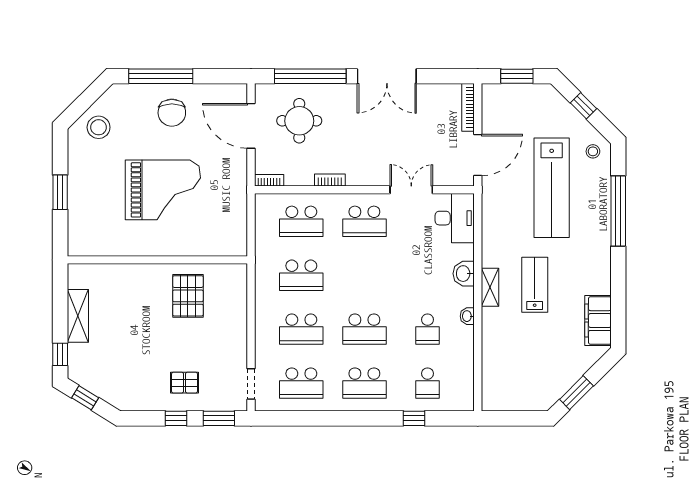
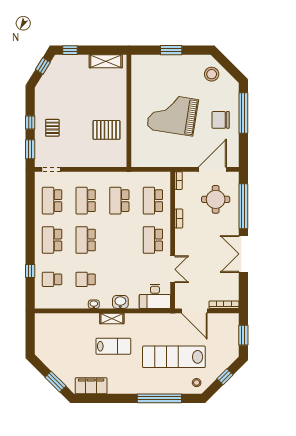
grand piano: (163, 190) -> (173, 114), turned 99
shelving: (78, 316) -> (106, 61), moved
window: (576, 393) -> (55, 382), moved

